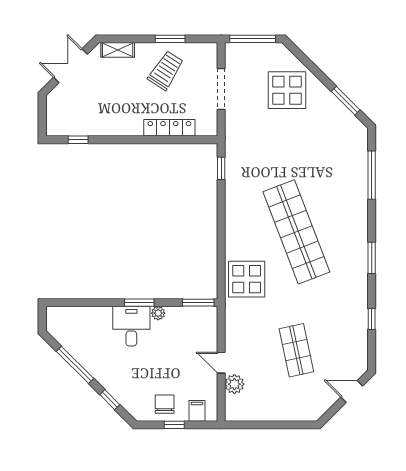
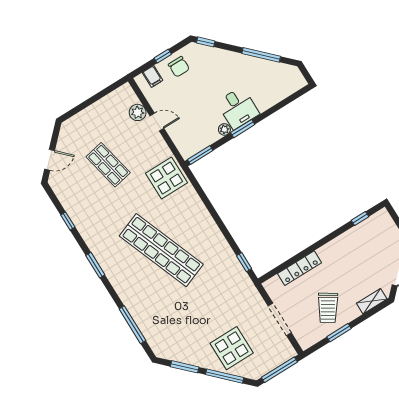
window: (311, 67) -> (225, 376), added
display table: (247, 279) -> (166, 178), moved
window: (110, 400) -> (206, 42), moved

